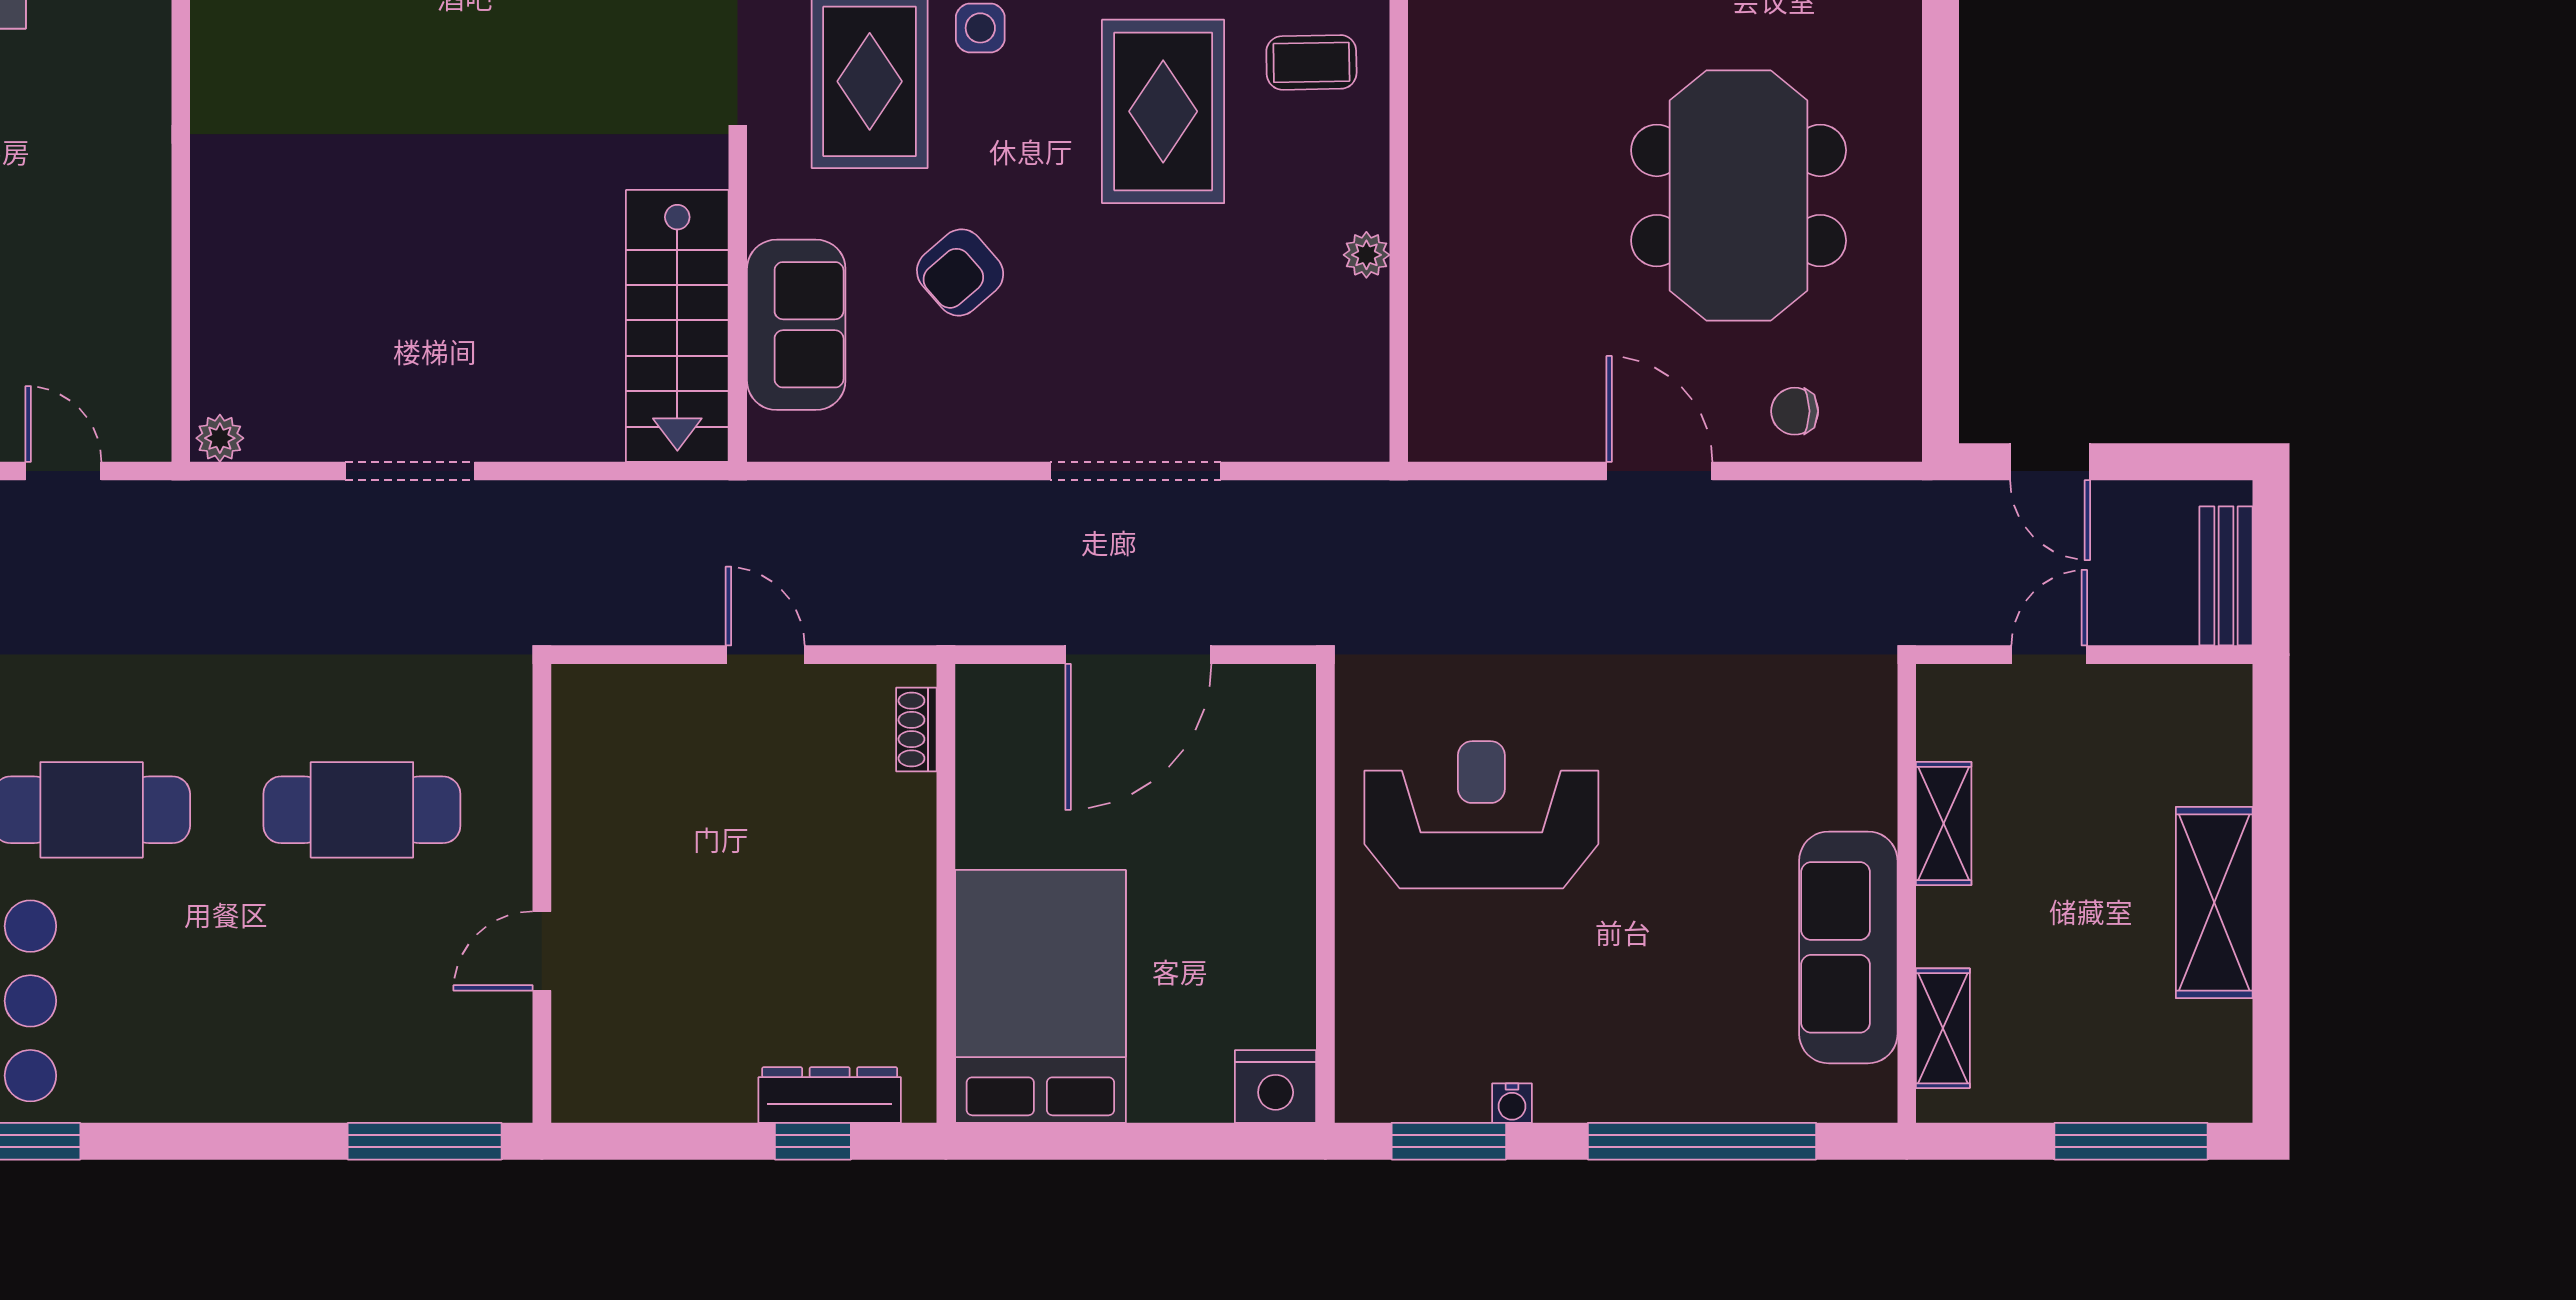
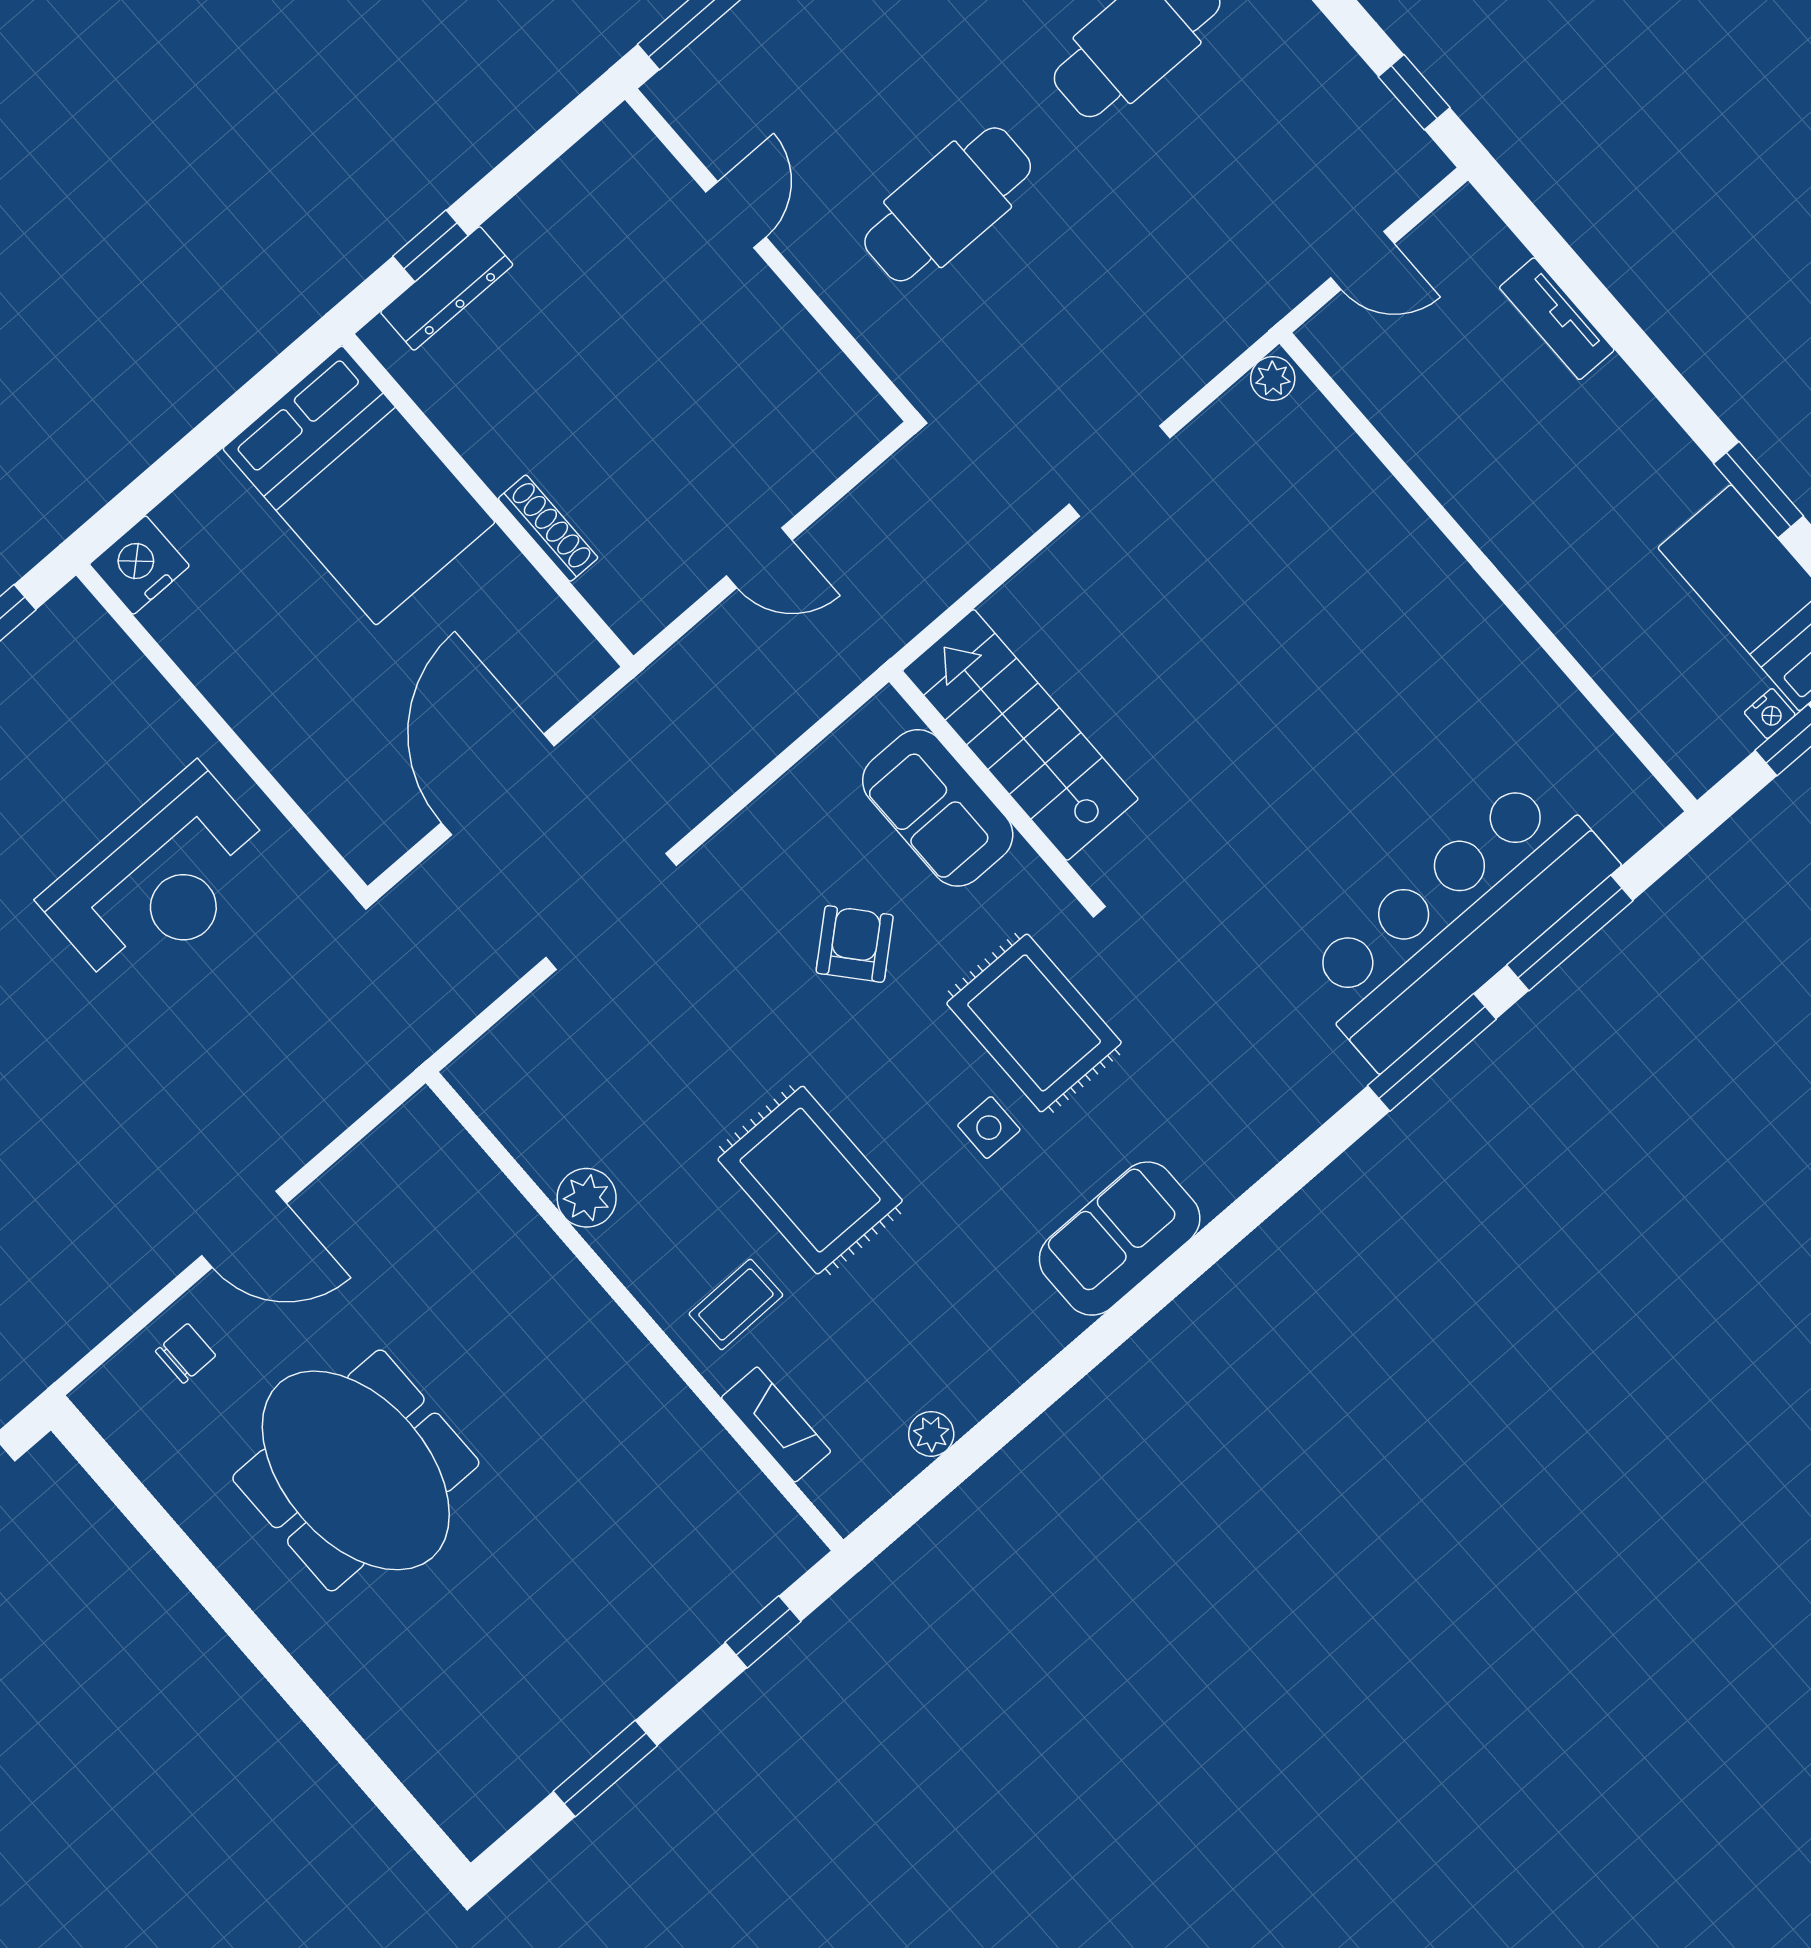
plant: (1366, 255) -> (587, 1198), width x1.38, depth x1.38
shoe rack: (916, 730) -> (548, 528), moved, width x1.43

